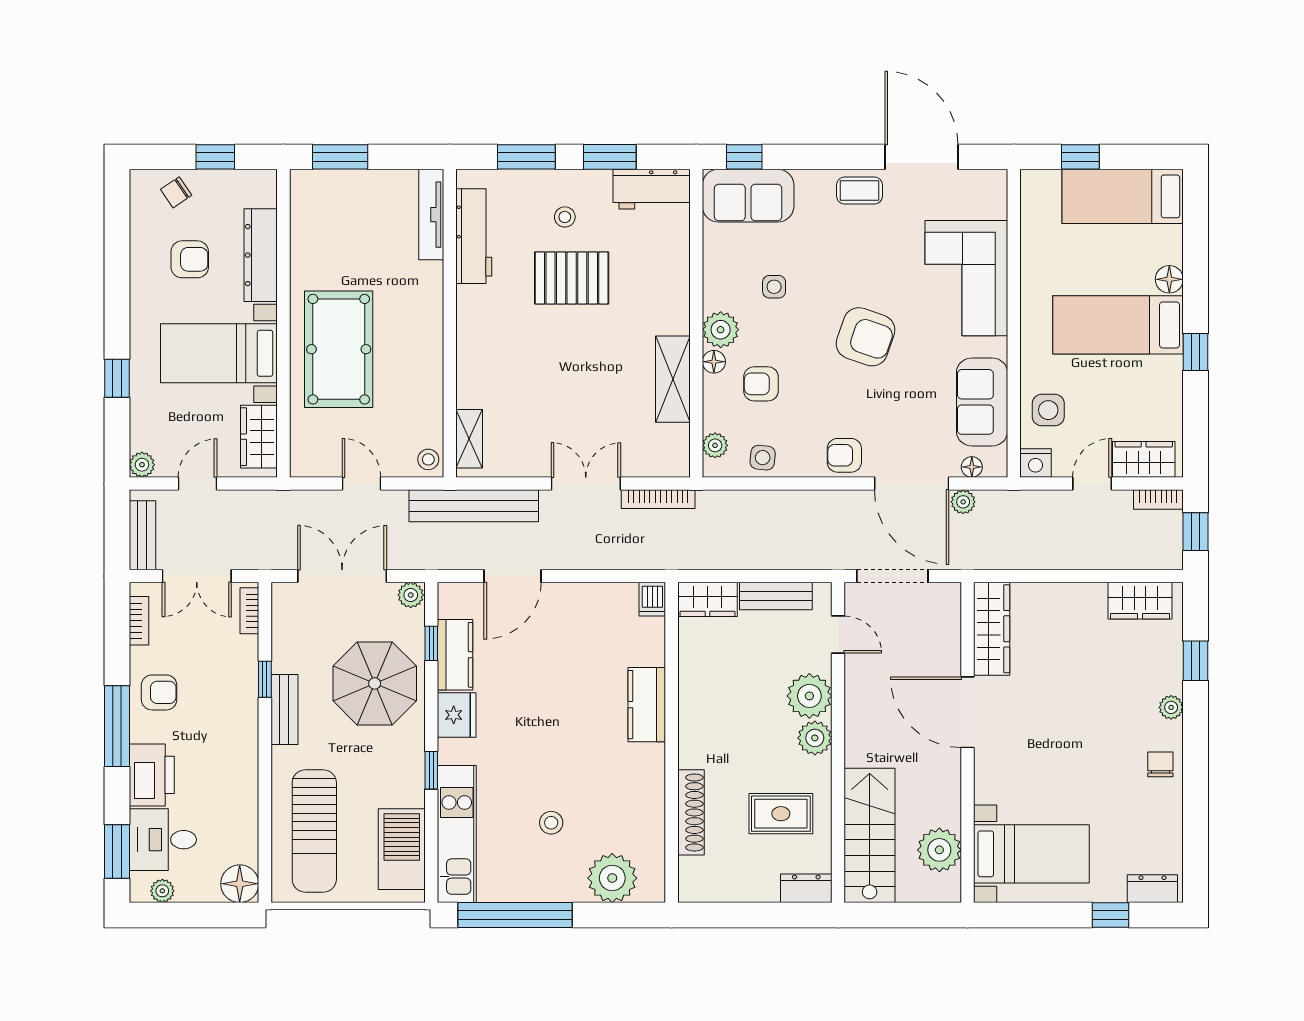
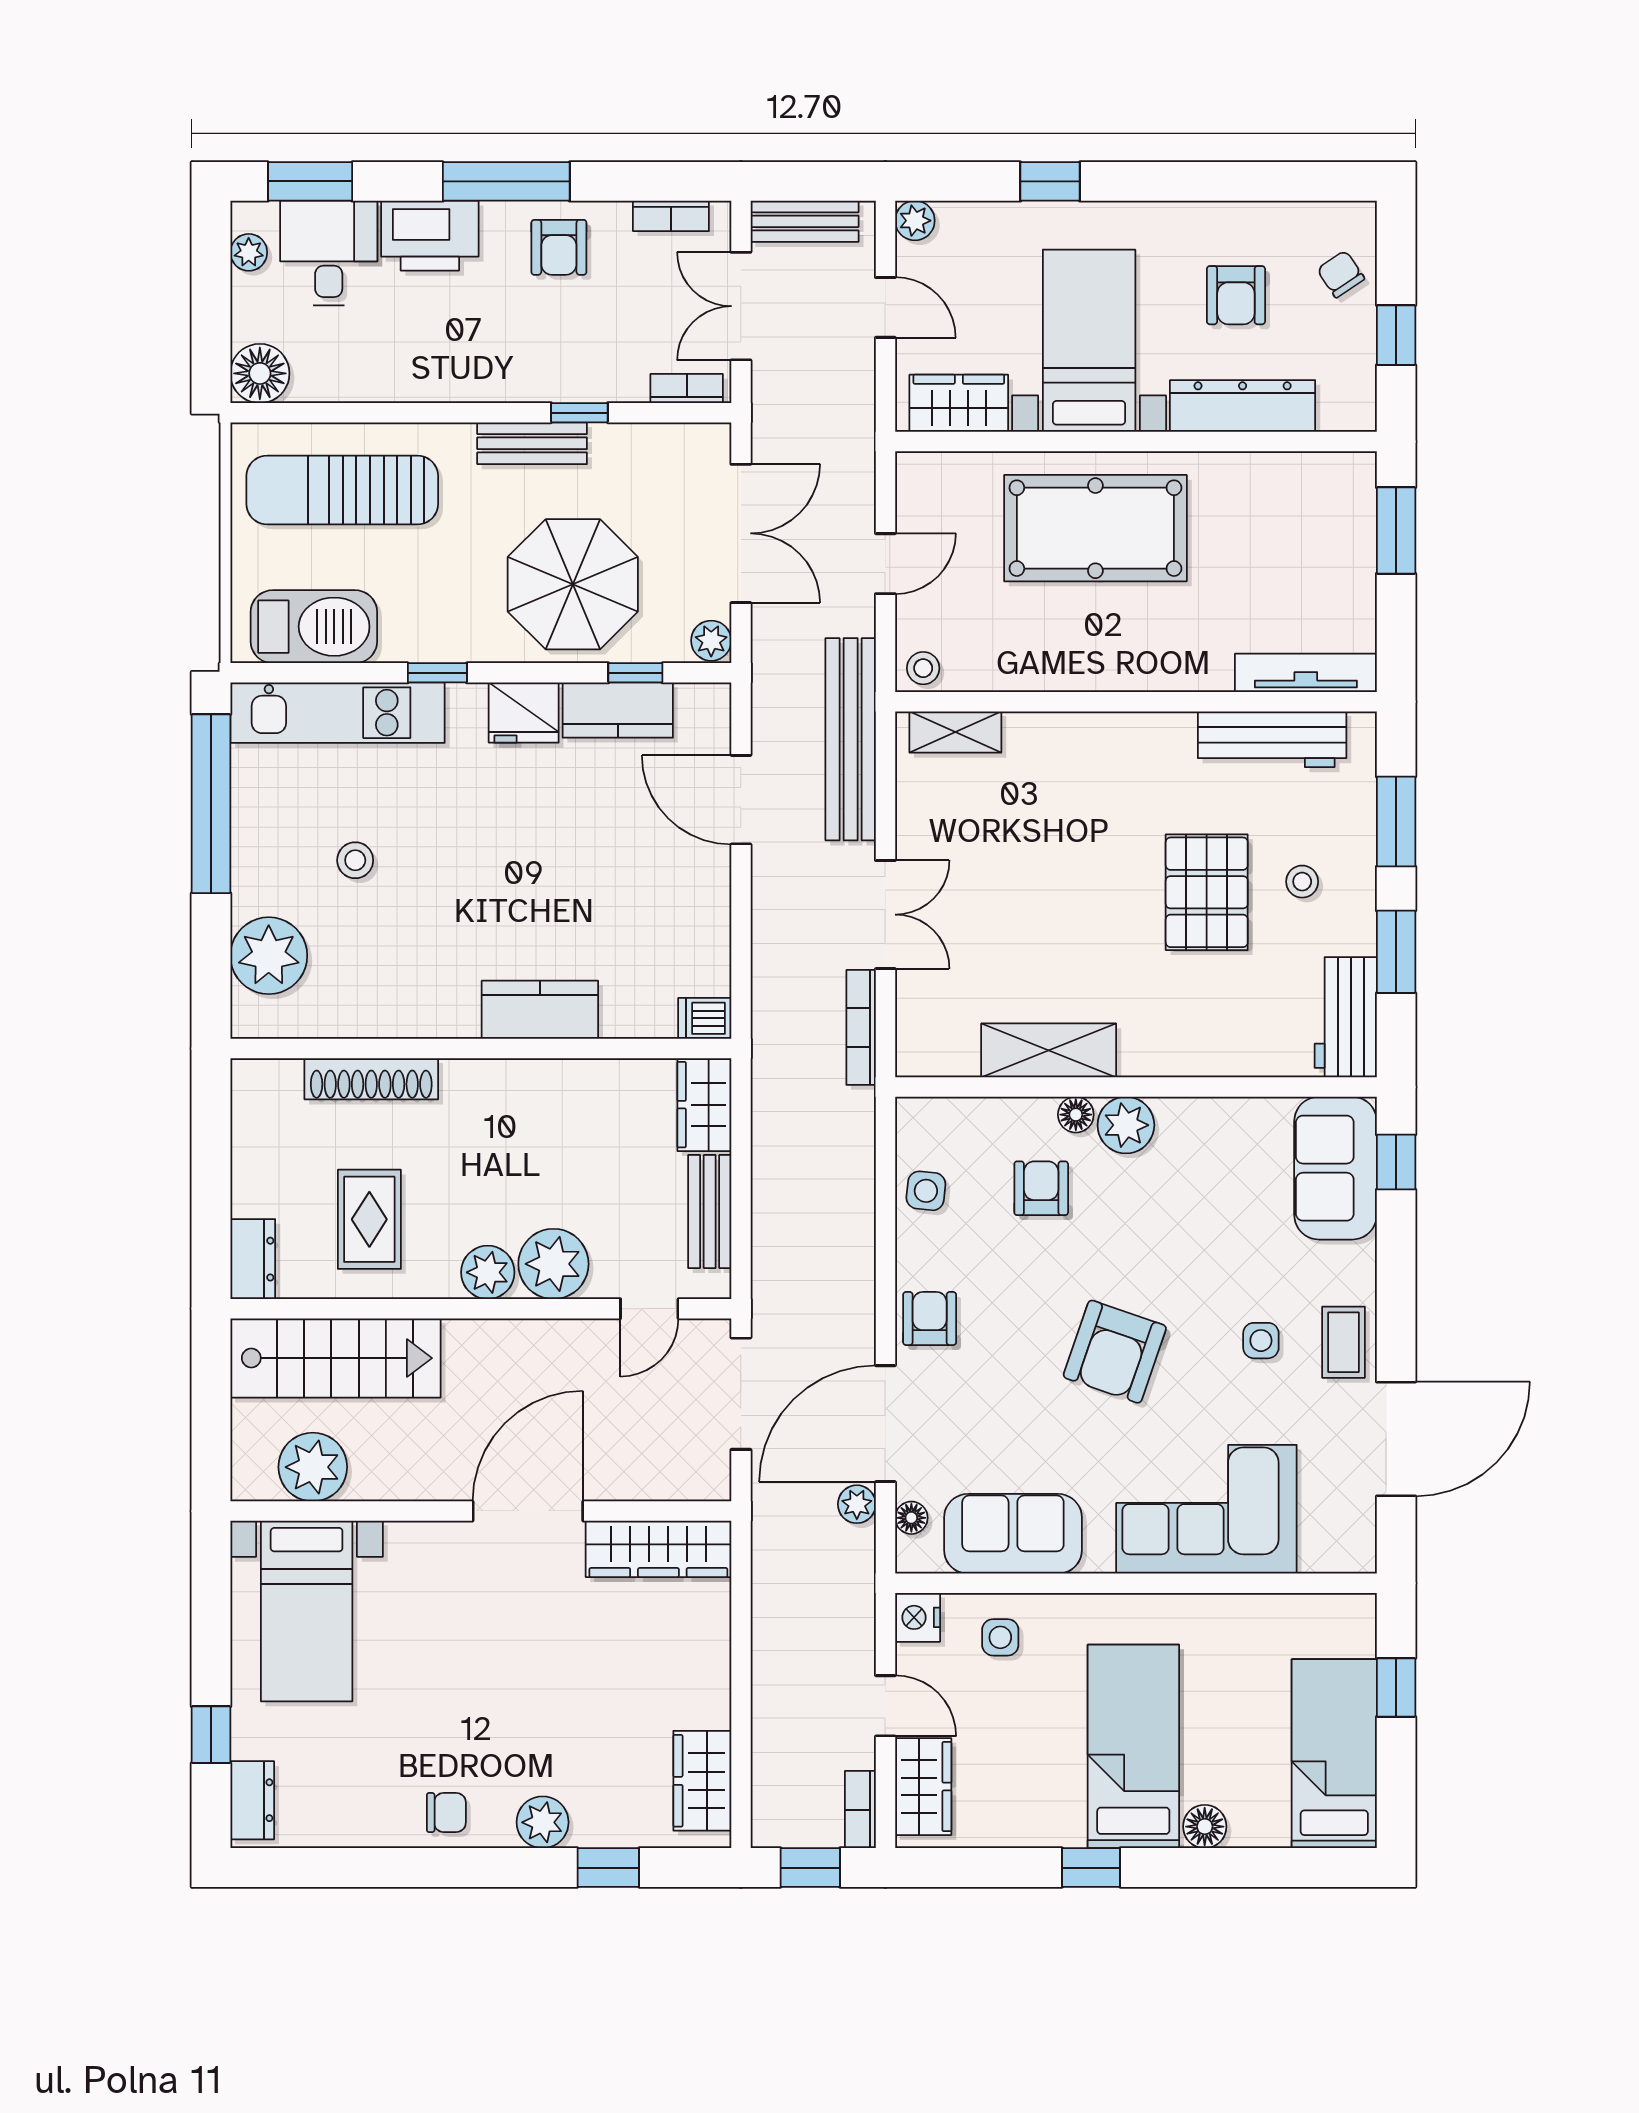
side table: (774, 287) -> (1261, 1341), moved
side table: (1048, 410) -> (1000, 1637), width x0.73, depth x0.73
plant: (715, 445) -> (945, 1116), removed
plant: (1171, 707) -> (543, 1822), width x1.38, depth x1.38

